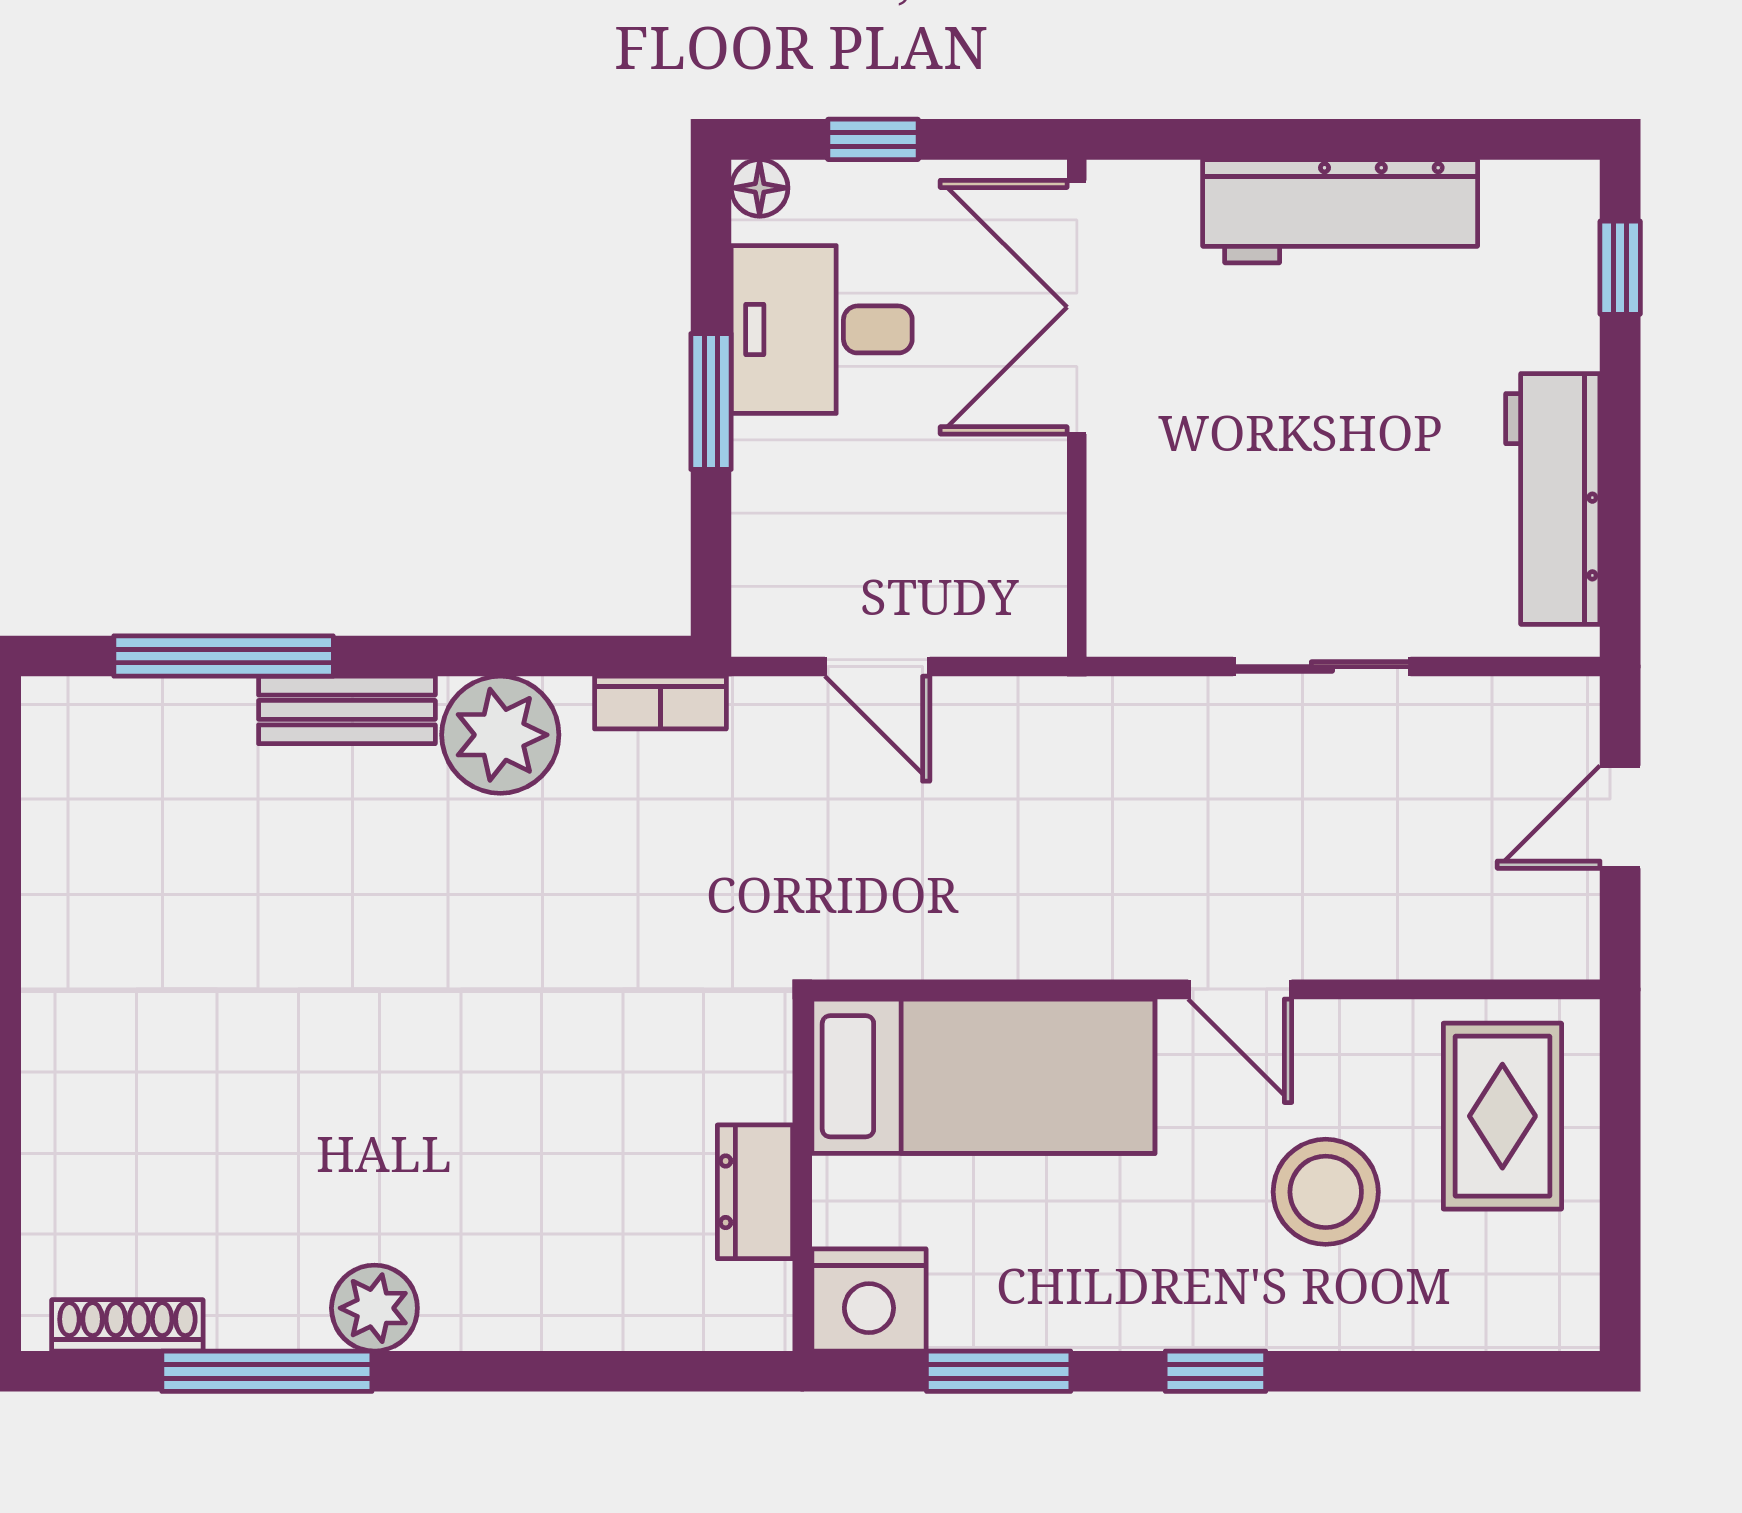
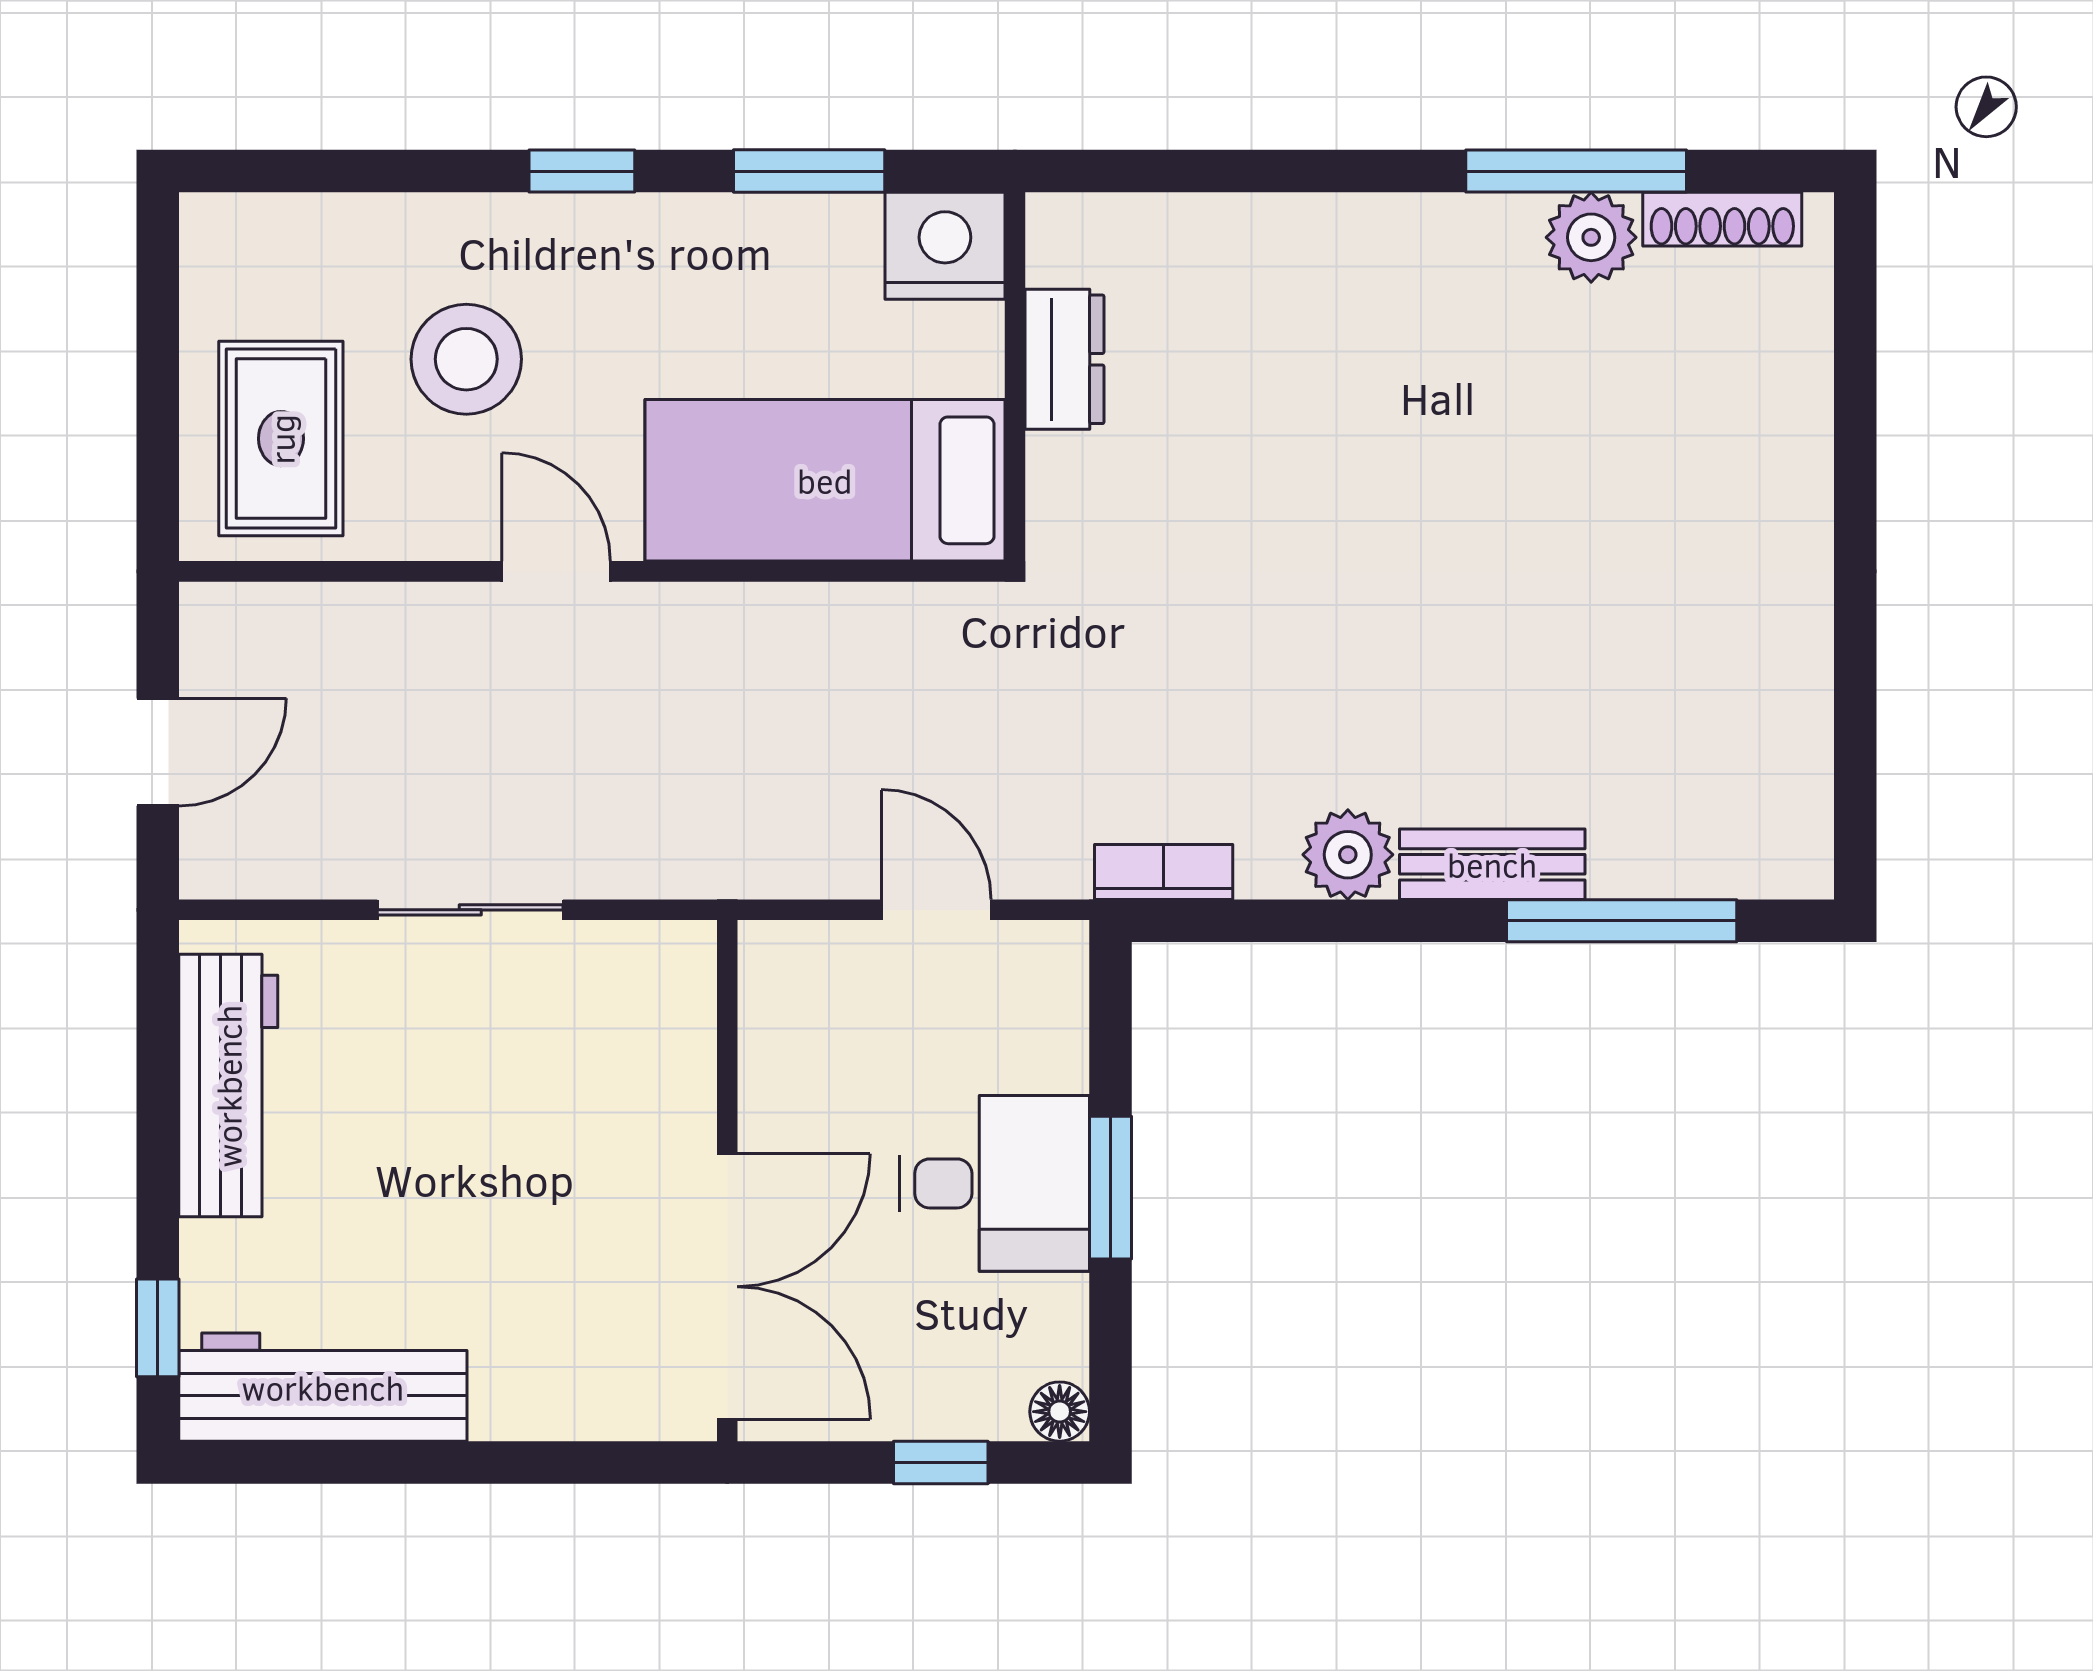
workbench: (1340, 211) -> (323, 1387), moved
desk: (822, 329) -> (995, 1183), moved
plant: (500, 735) -> (1348, 855), width x0.73, depth x0.73
plant: (374, 1308) -> (1591, 237), moved

